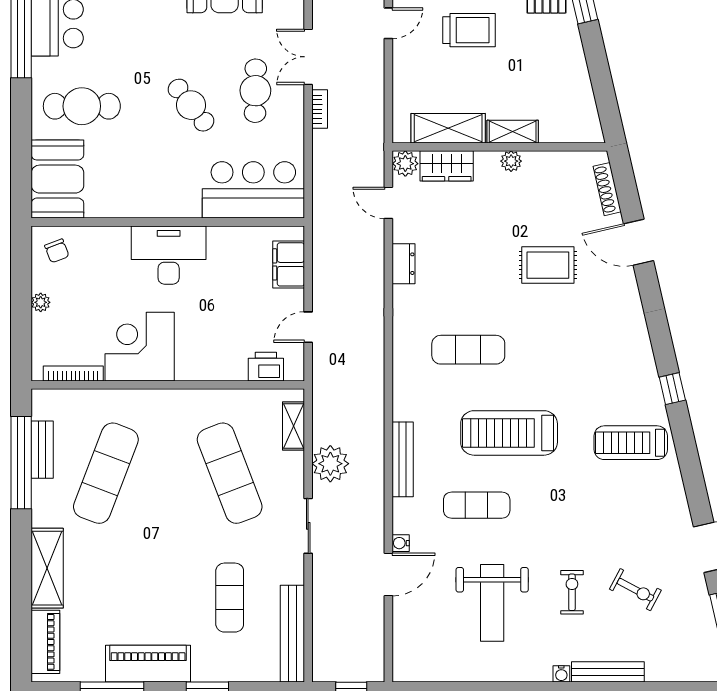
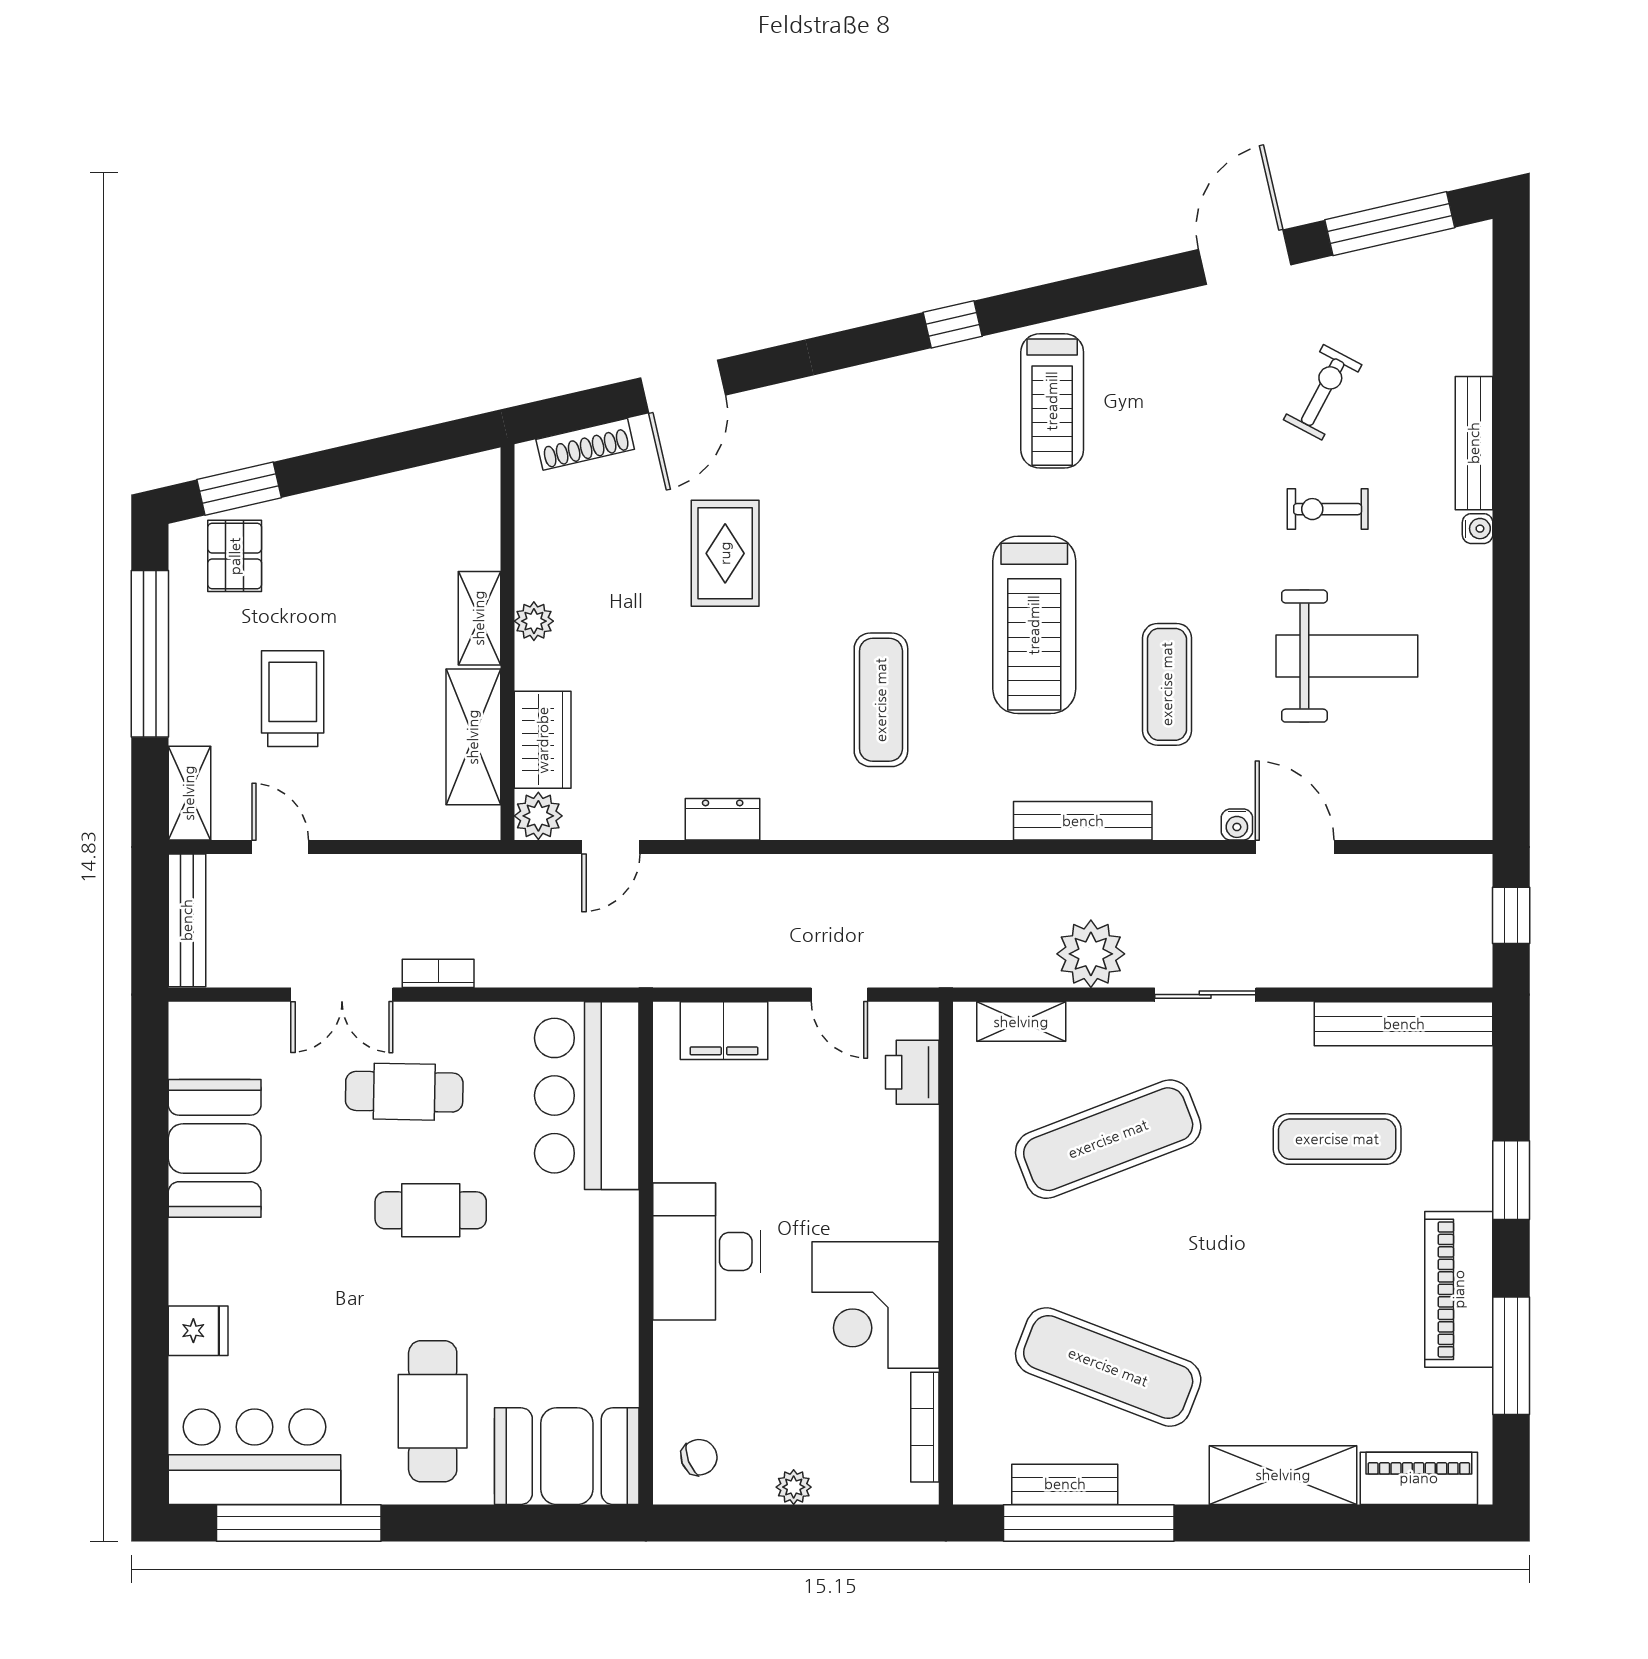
cafe table: (191, 105) -> (431, 1210), turned 38

